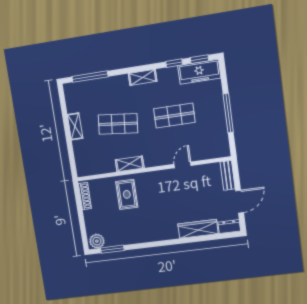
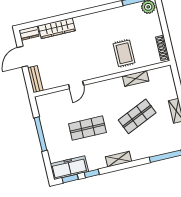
shop shelf: (118, 124) -> (137, 116), turned -30
shelving: (130, 164) -> (136, 79), moved

